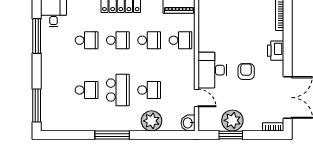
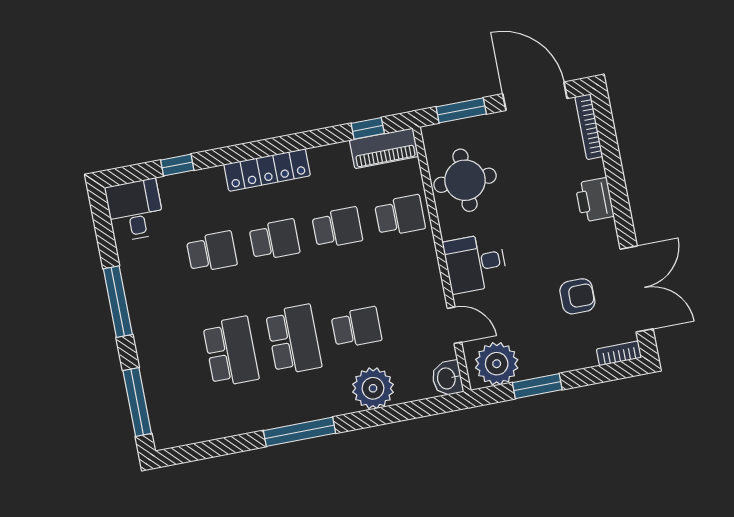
round table: (215, 29) -> (465, 180), added
window: (37, 36) -> (118, 302), moved
desk: (212, 70) -> (475, 263), width x0.73
armchair: (246, 71) -> (577, 296), moved, turned 90
school desk: (87, 90) -> (231, 352), width x1.85
plant: (232, 120) -> (497, 364), moved

